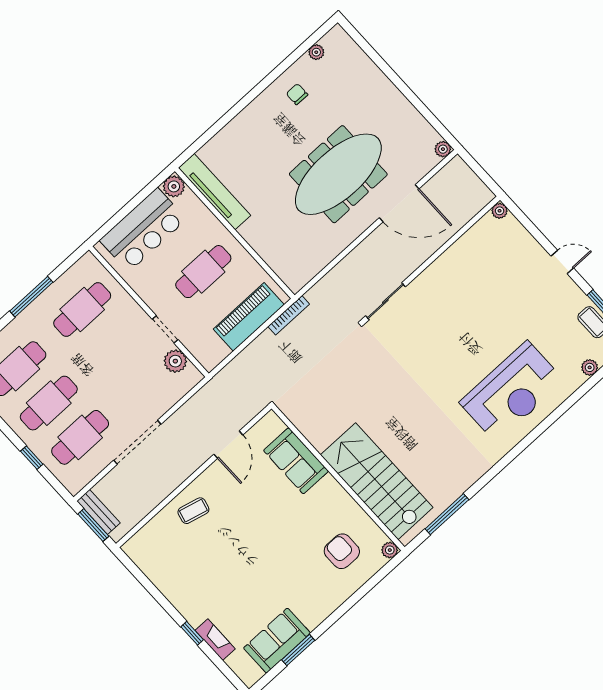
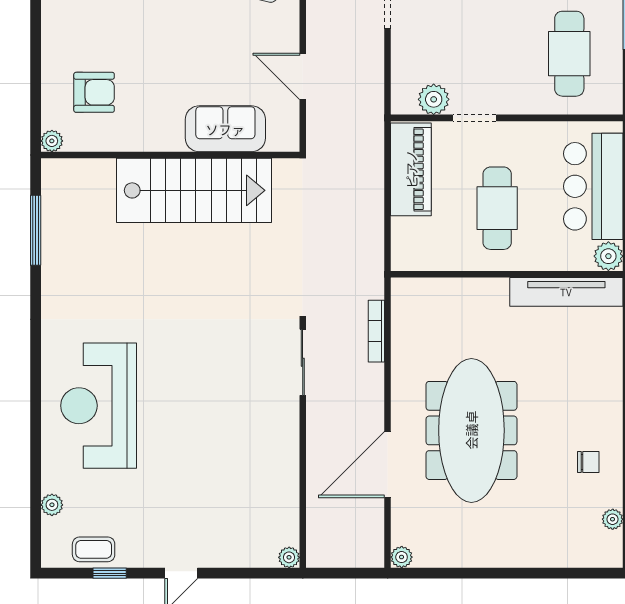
bookcase: (289, 315) -> (376, 331), moved
piano: (249, 317) -> (411, 169), moved
stairs: (377, 481) -> (194, 190), moved

